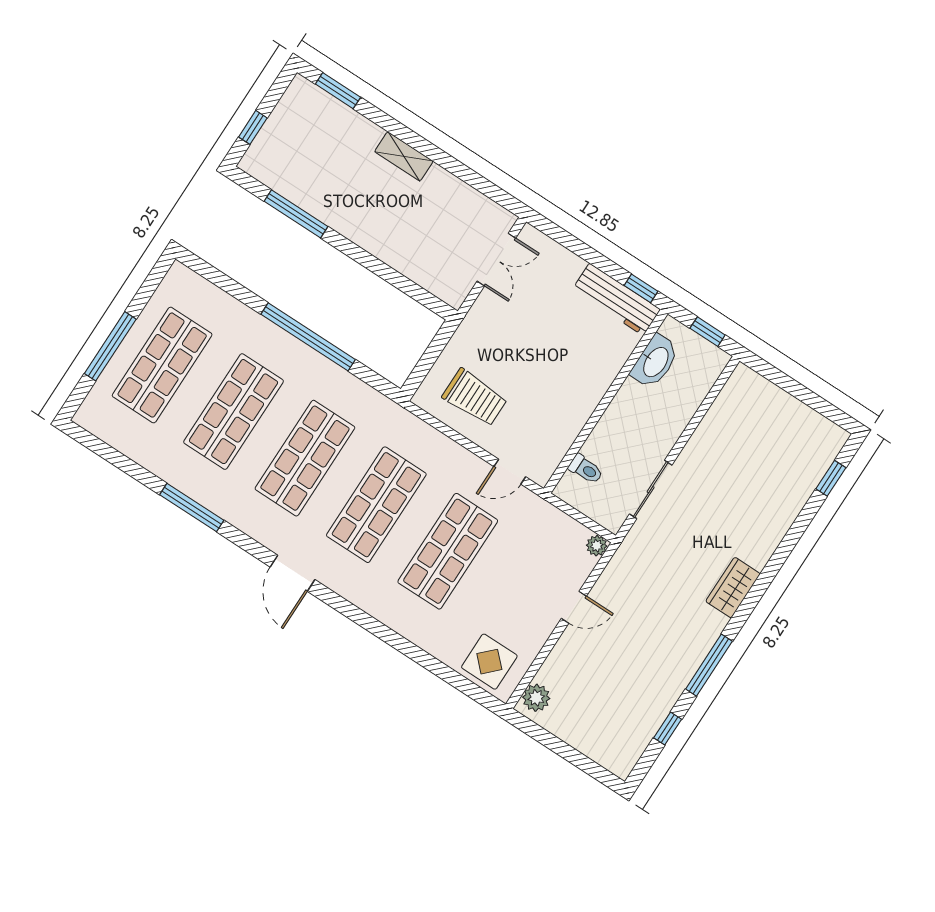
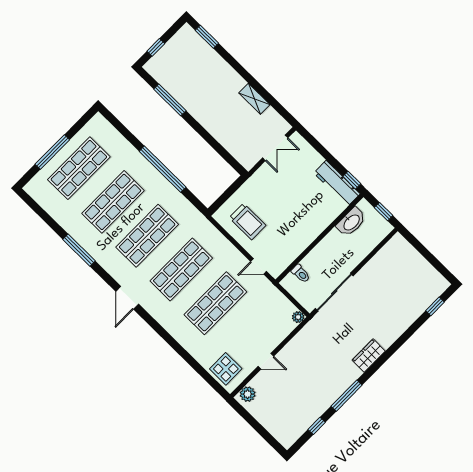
shelving: (404, 156) -> (254, 99), moved
sliding door: (651, 490) -> (334, 292), width x1.37
door: (574, 607) -> (266, 361), moved

